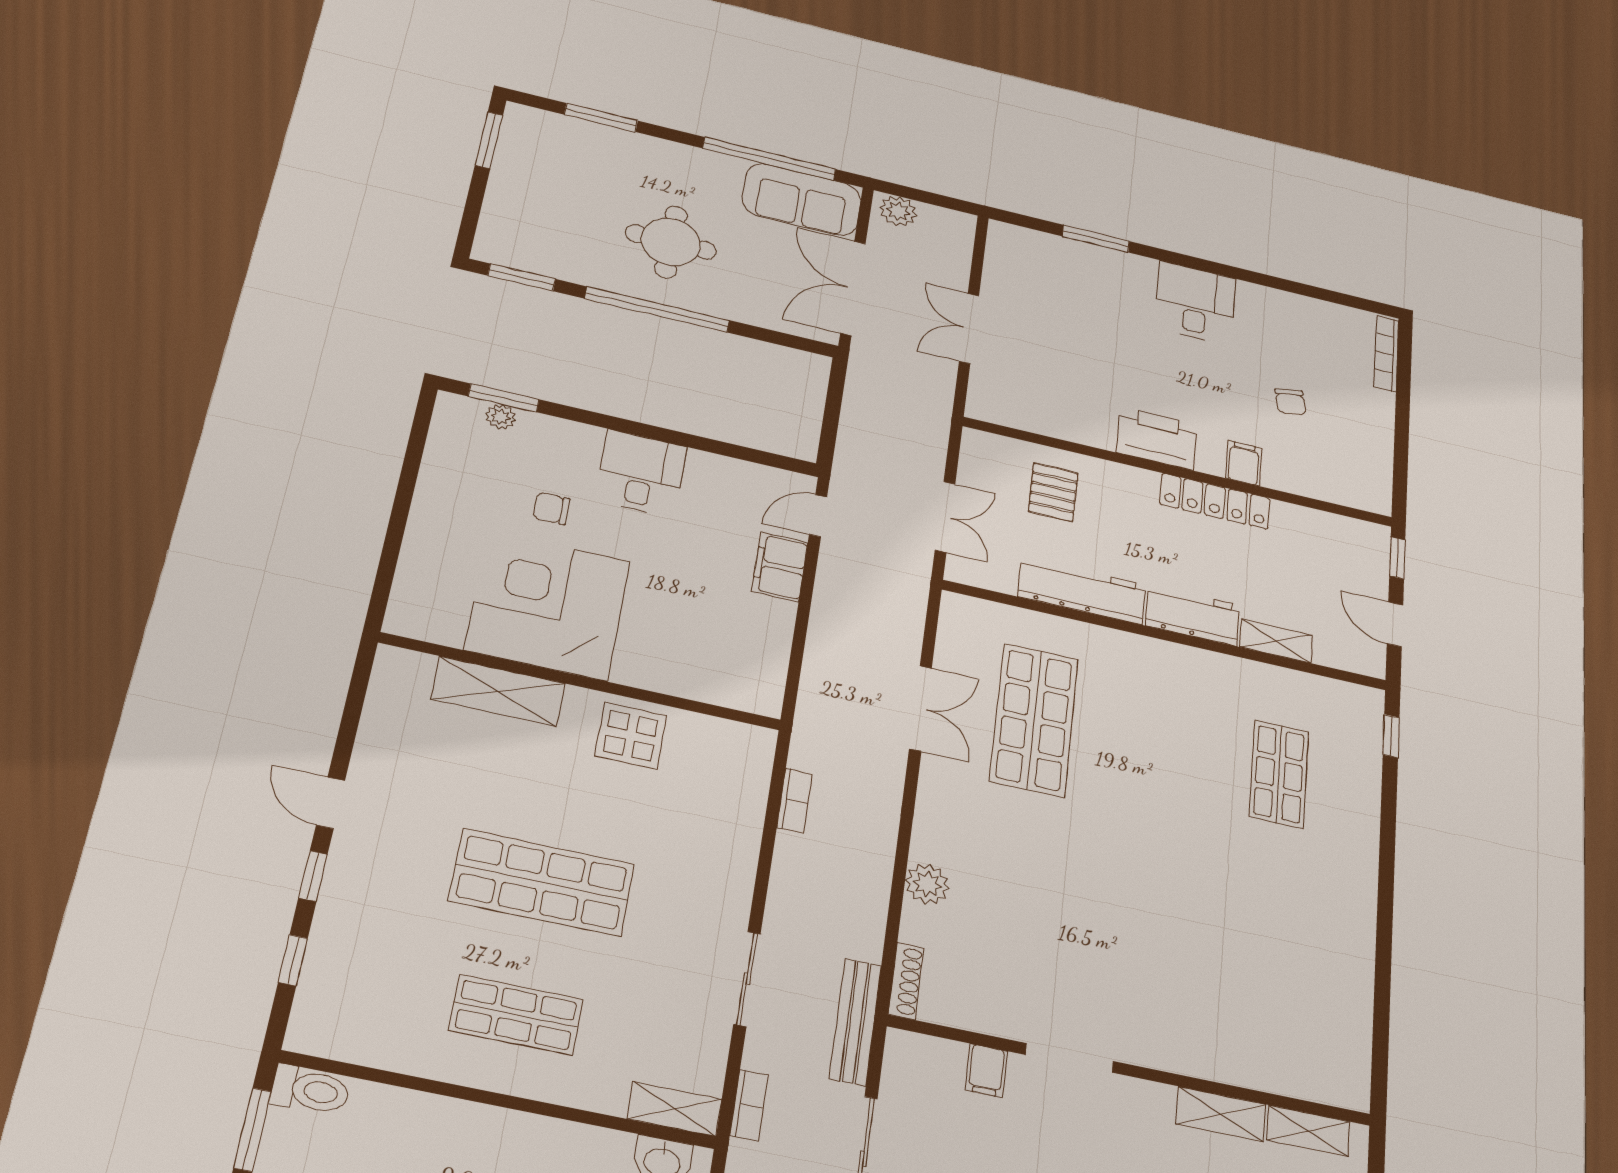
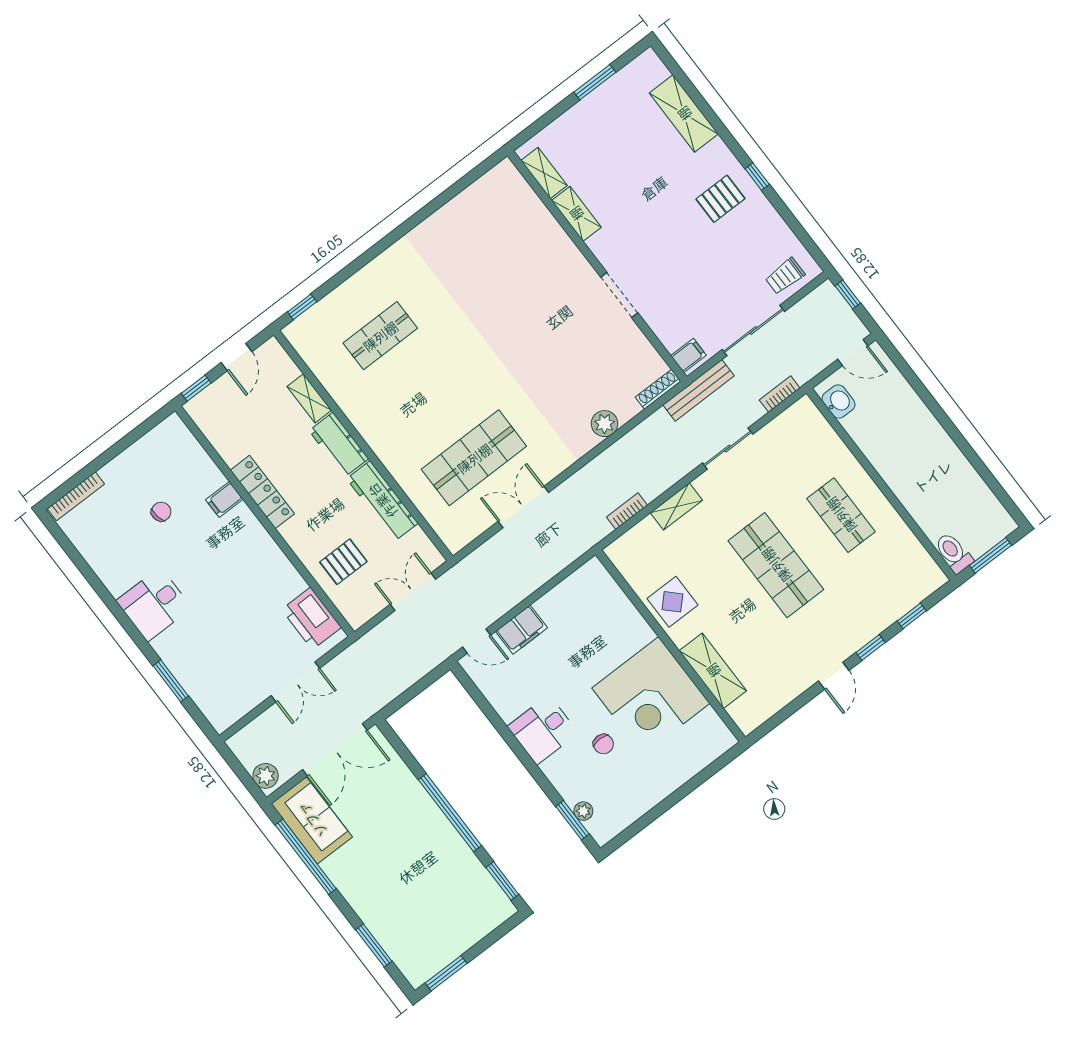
round table: (671, 242) -> (406, 846), removed
printer: (1157, 438) -> (311, 618), moved
filing cabinet: (986, 1070) -> (688, 355), moved
shelving: (675, 1109) -> (676, 506), moved, turned 90

